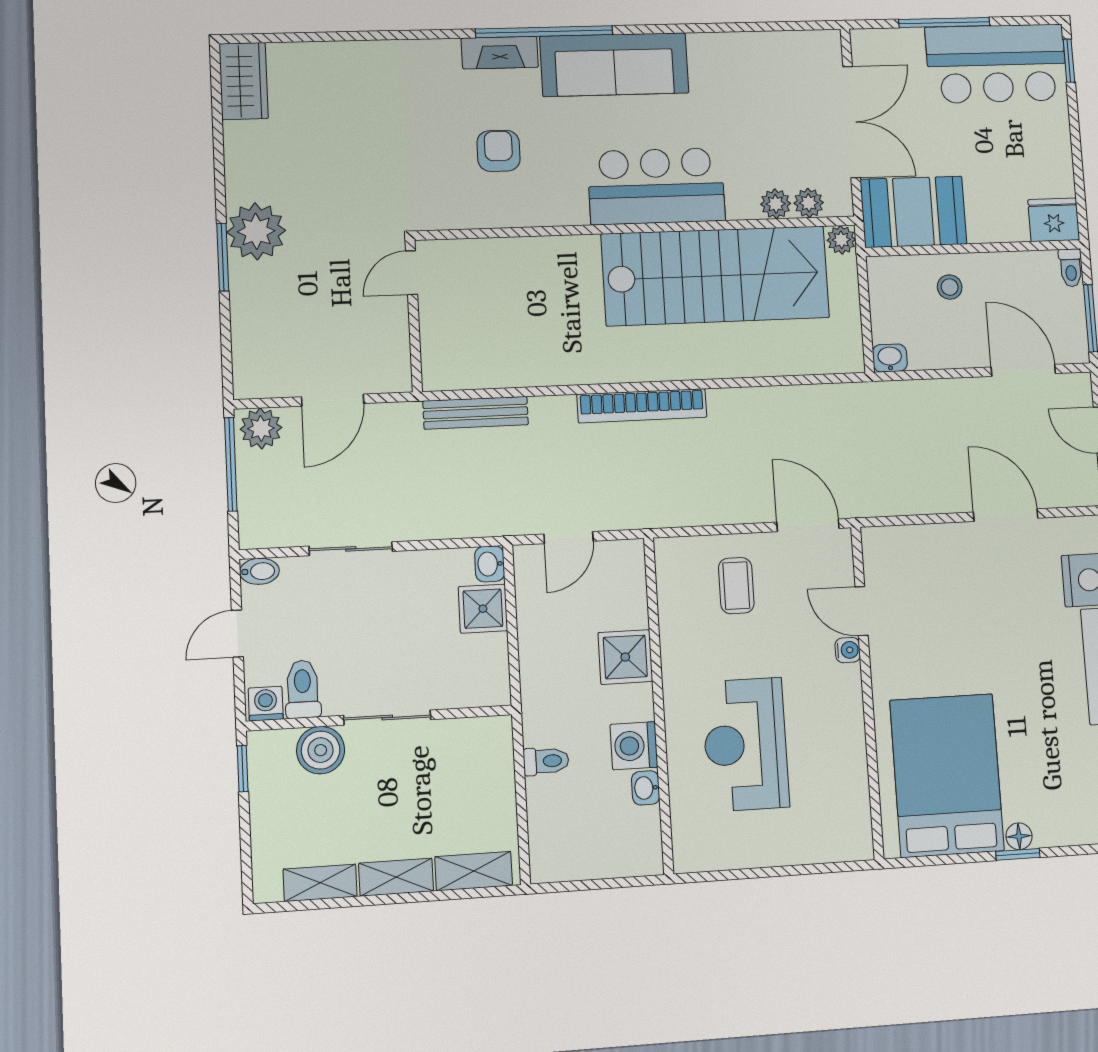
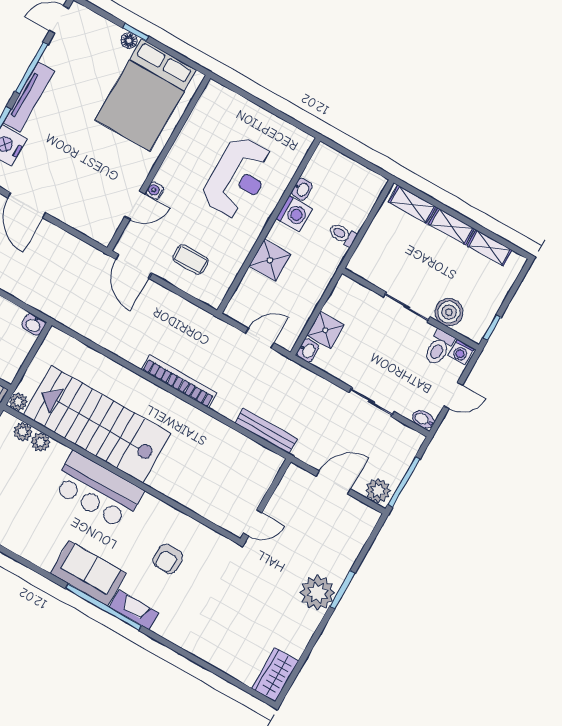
sofa: (614, 65) -> (88, 573), width x0.73
coffee table: (736, 586) -> (190, 259), turned 90
door: (862, 611) -> (135, 205), hinge flipped

